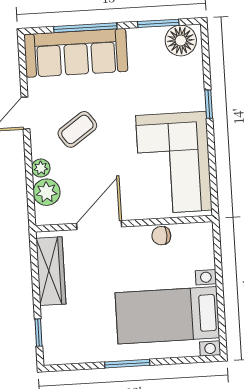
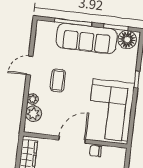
sofa: (76, 53) -> (87, 38), moved
coffee table: (77, 129) -> (58, 80), turned -55
door: (99, 225) -> (72, 140), moved

